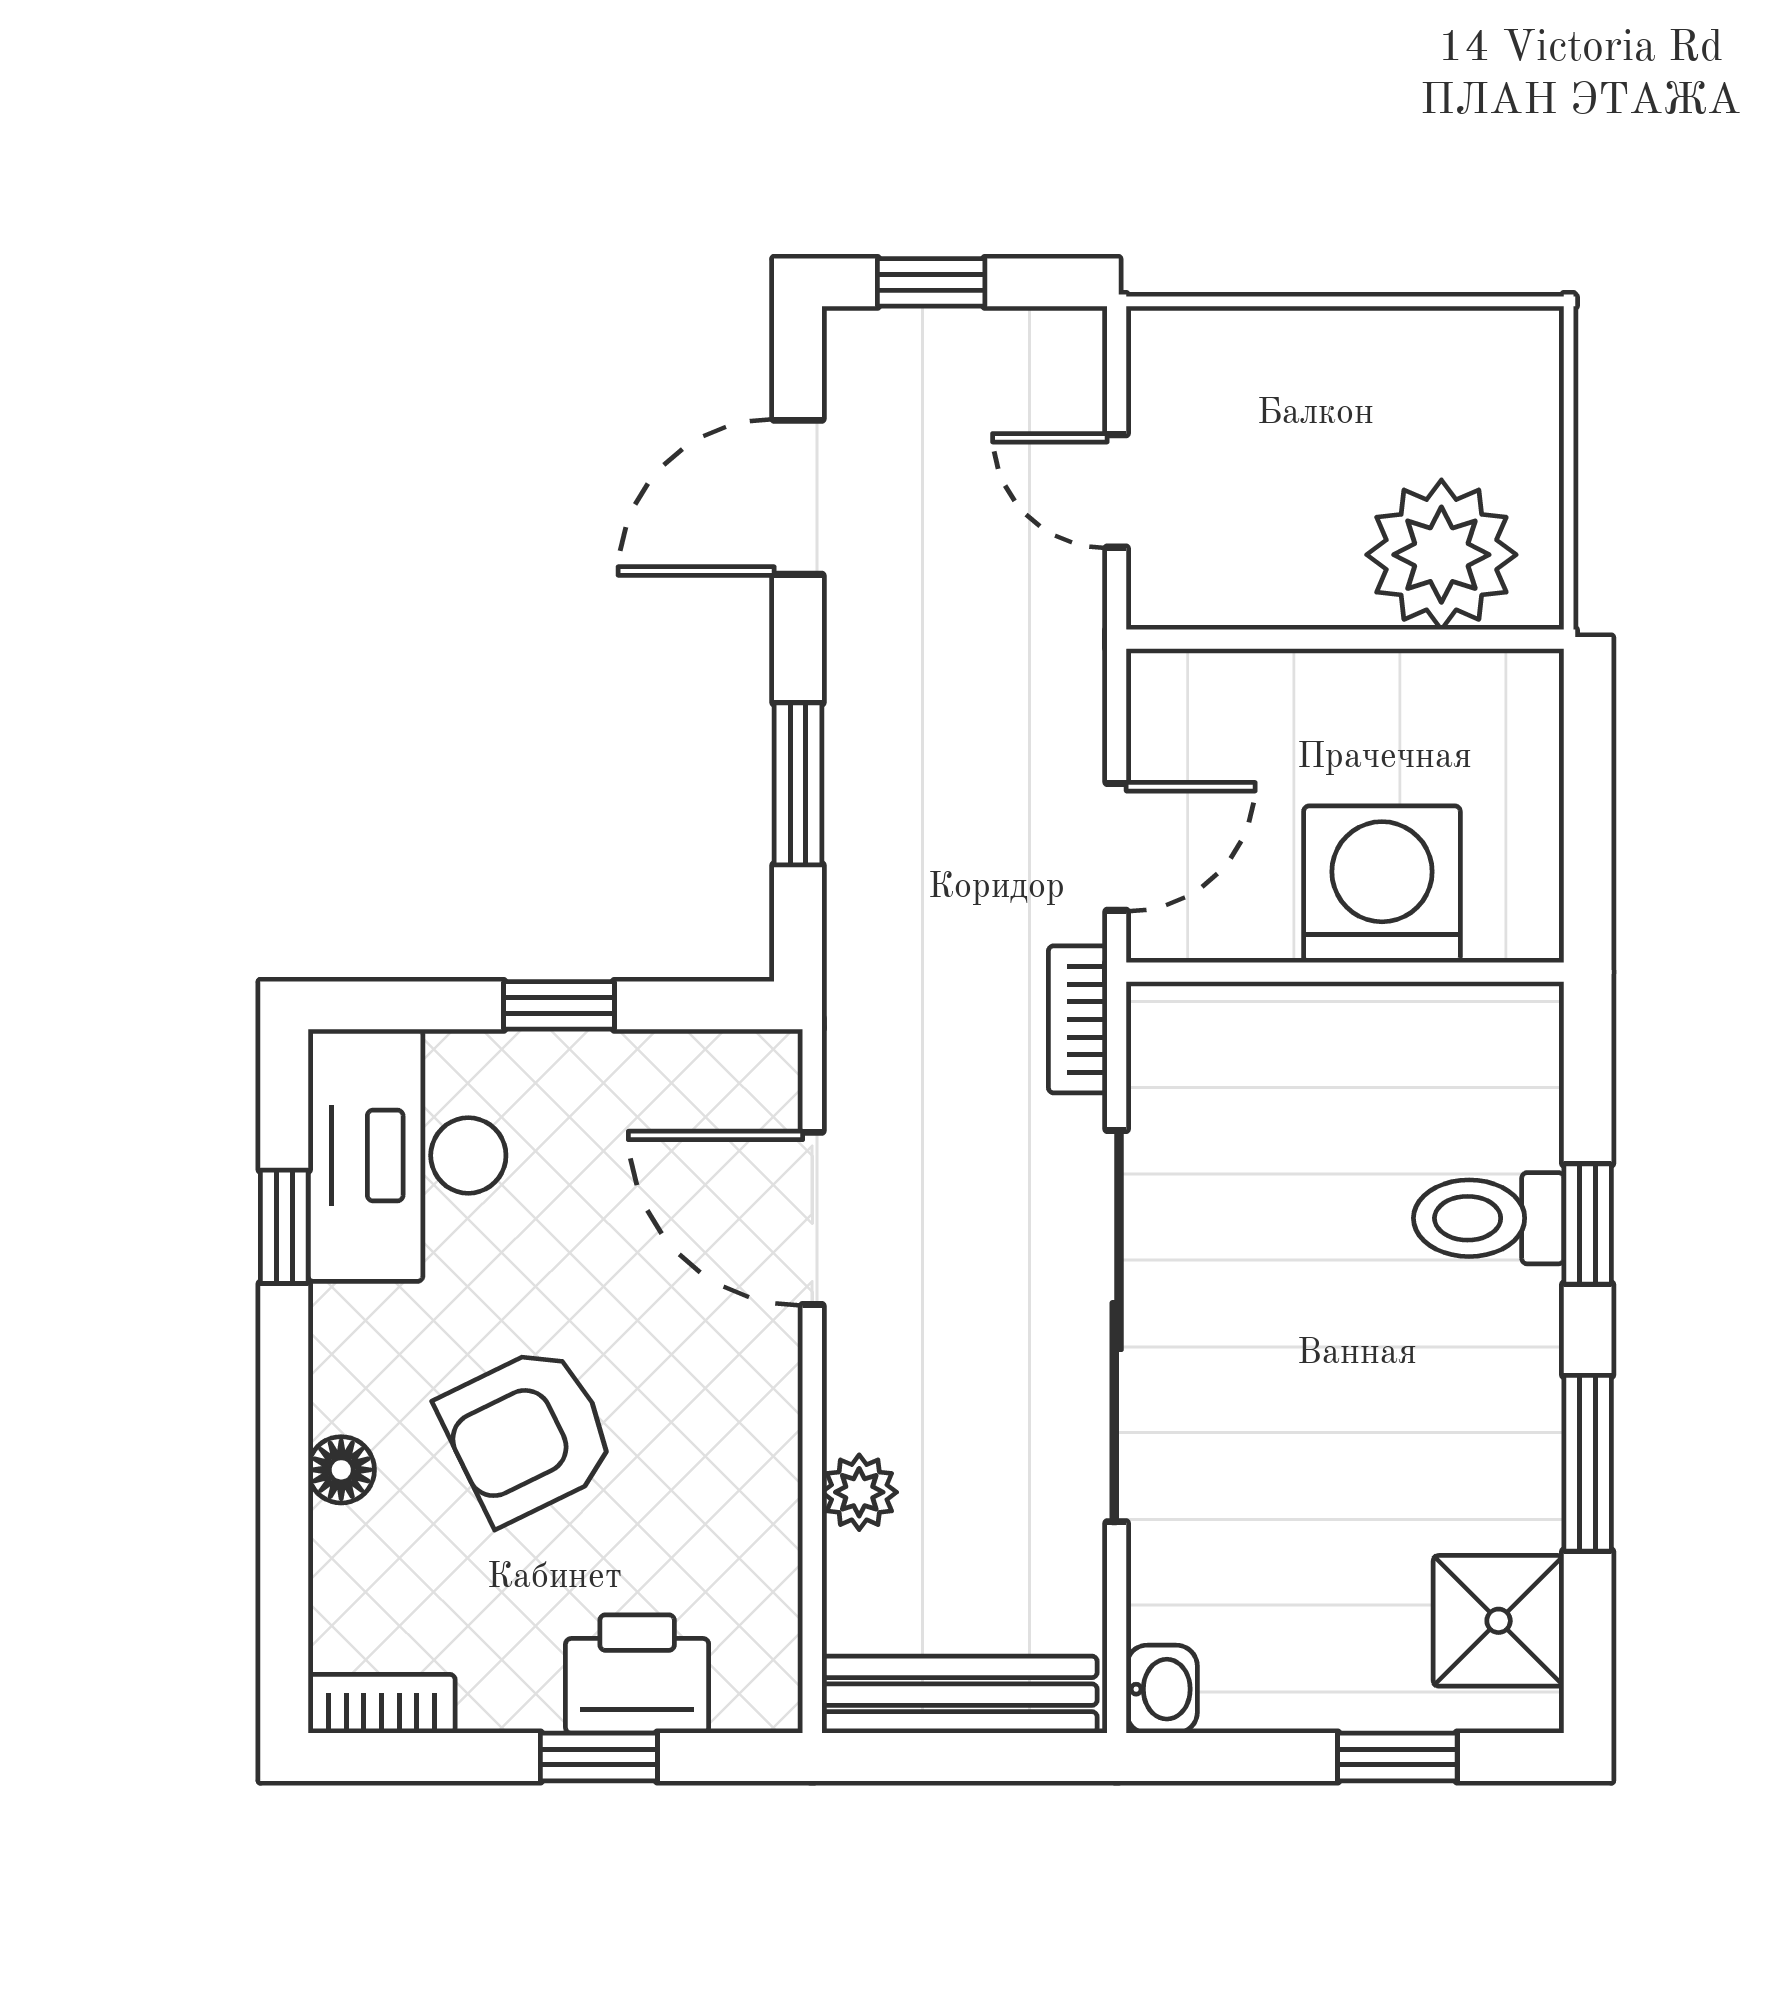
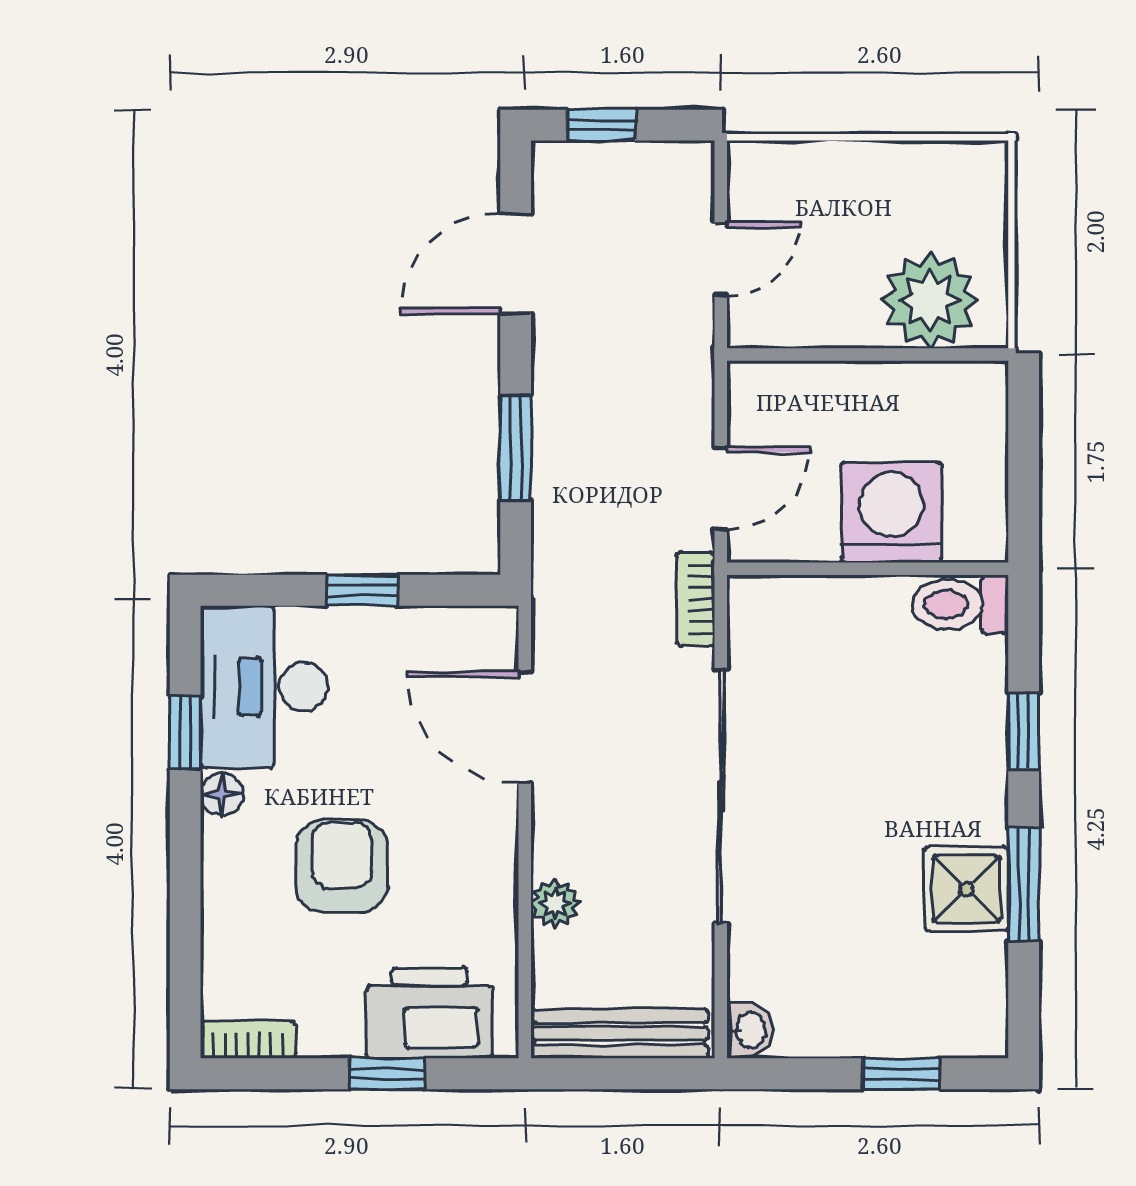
door: (1117, 491) -> (721, 259), swing flipped
toilet: (1489, 1218) -> (960, 604), moved
armchair: (528, 1434) -> (342, 866), turned 116
floor lamp: (341, 1470) -> (222, 794), moved
shower: (1499, 1621) -> (966, 889), moved
printer: (637, 1674) -> (429, 1013), width x1.37, depth x1.19

